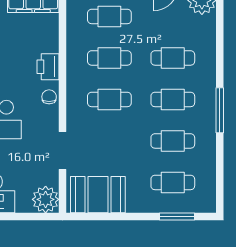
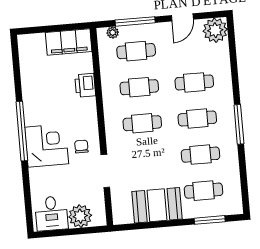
printer: (48, 67) -> (85, 85), moved
chair: (49, 97) -> (81, 147), moved
booth: (98, 195) -> (157, 205), moved
plant: (46, 199) -> (80, 216), moved

